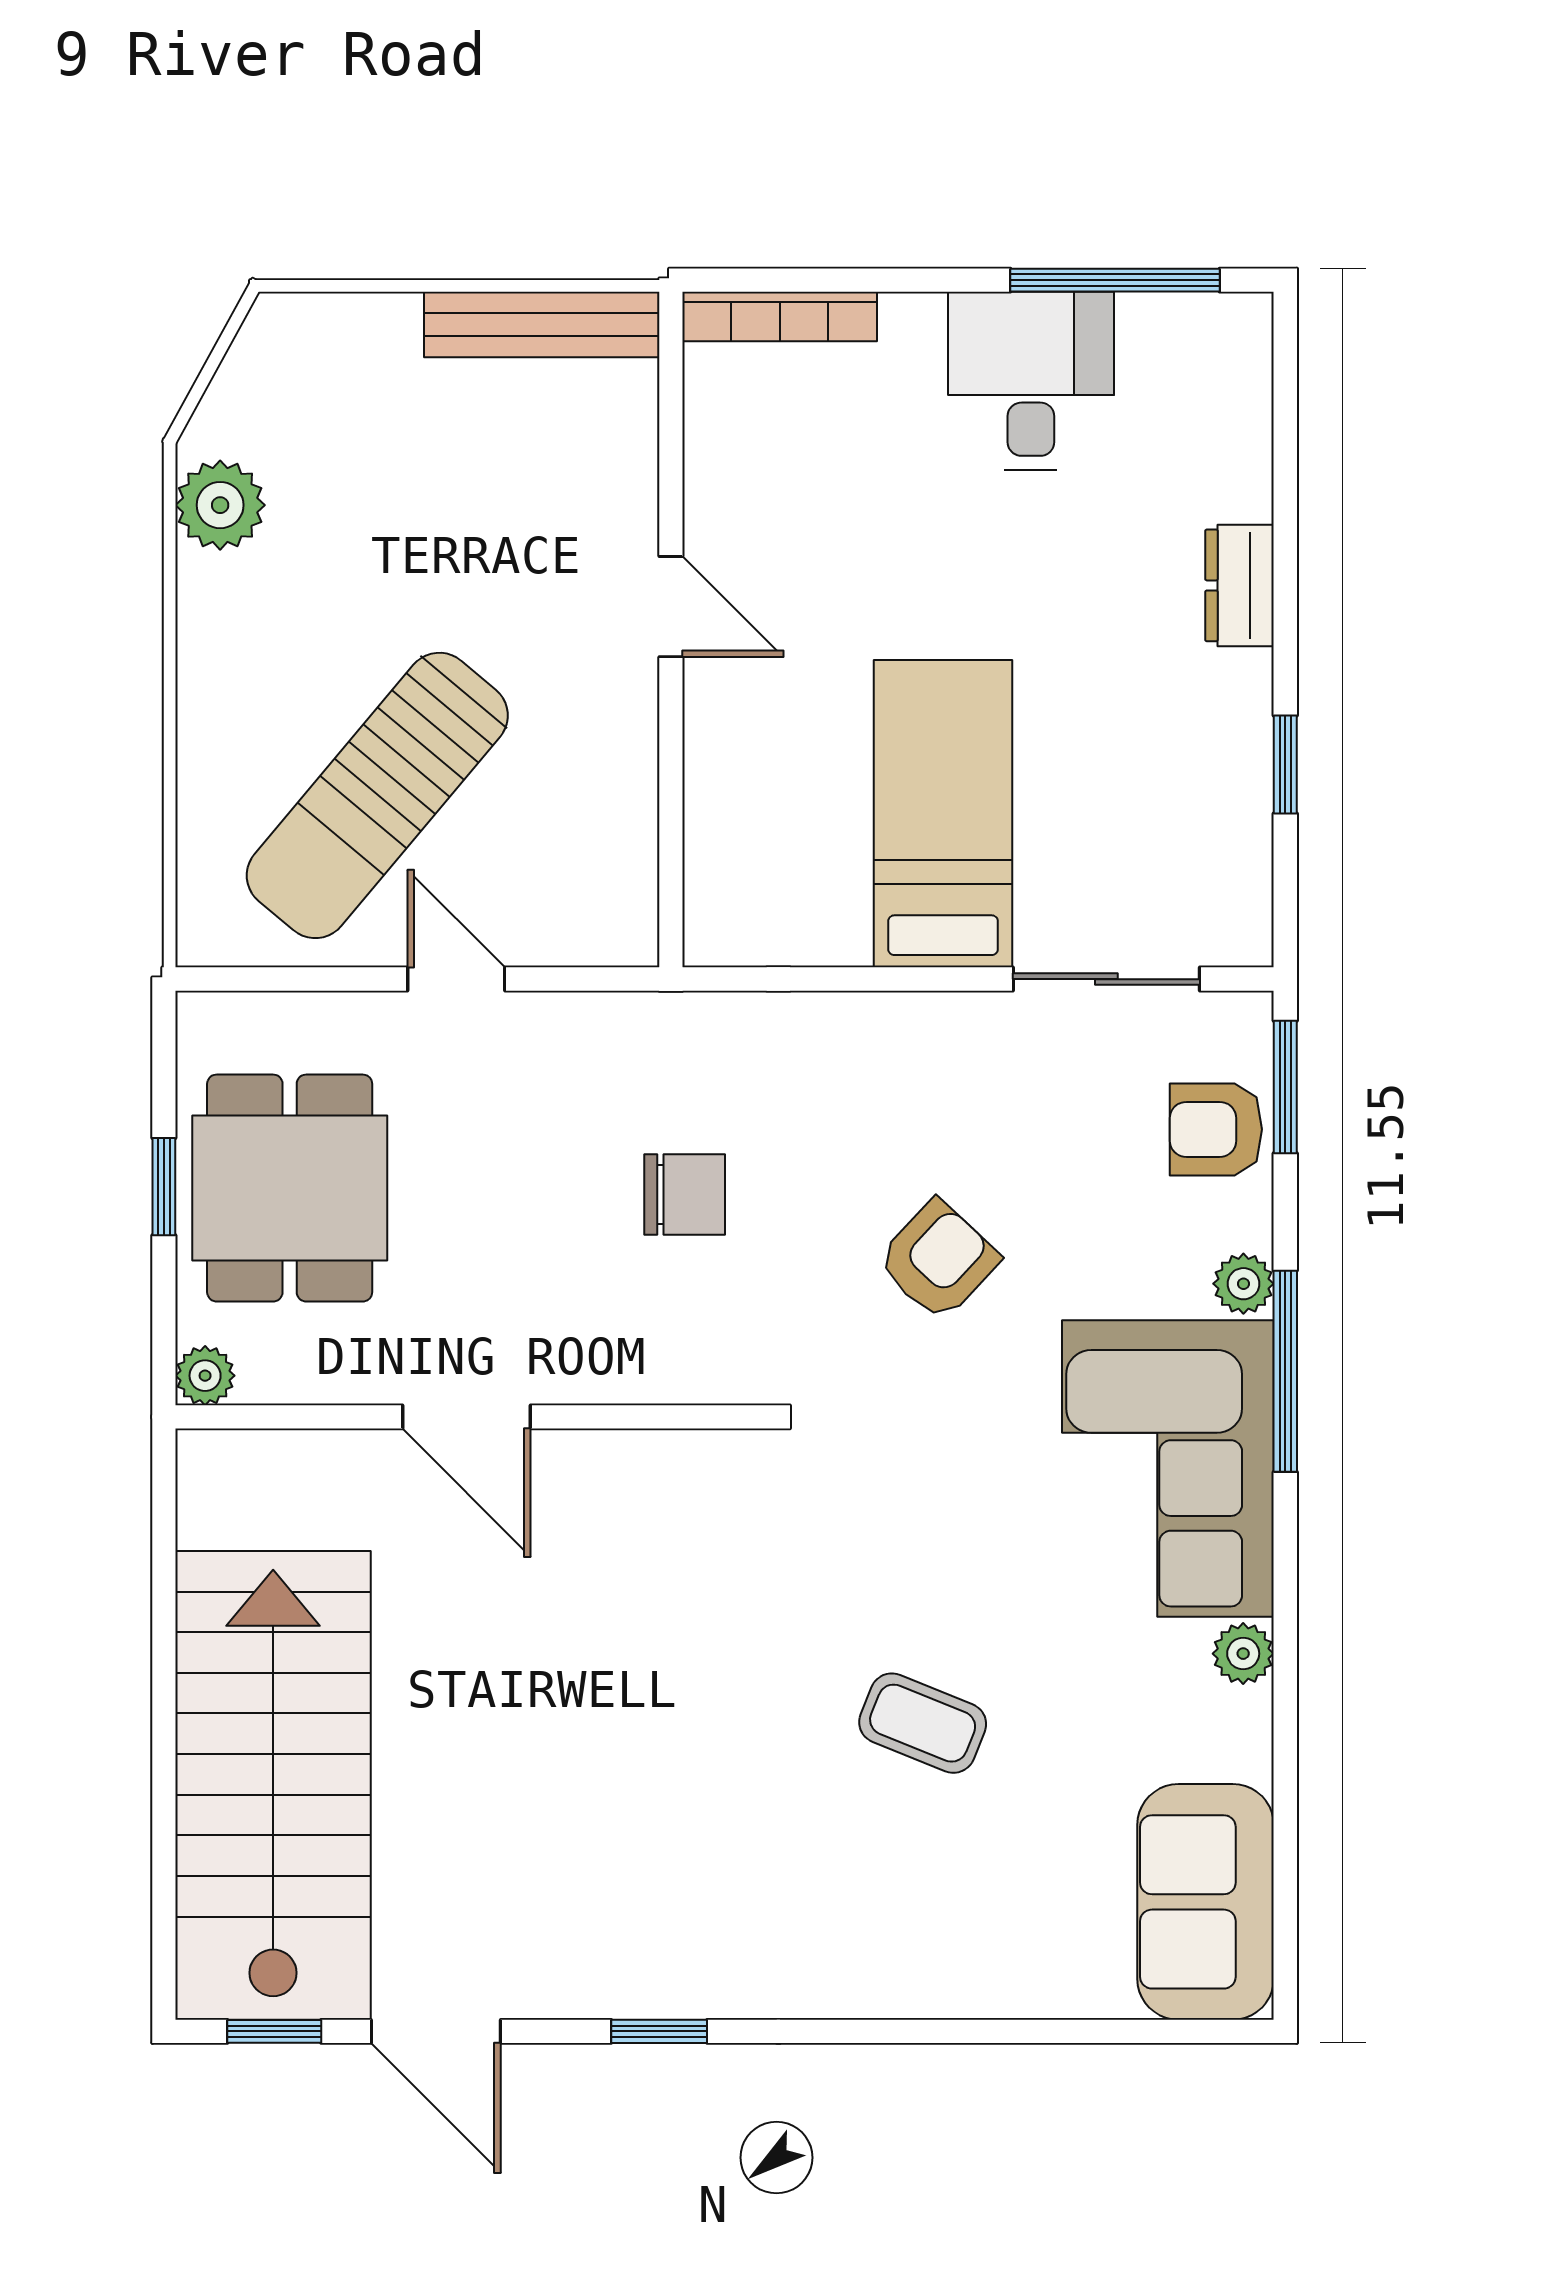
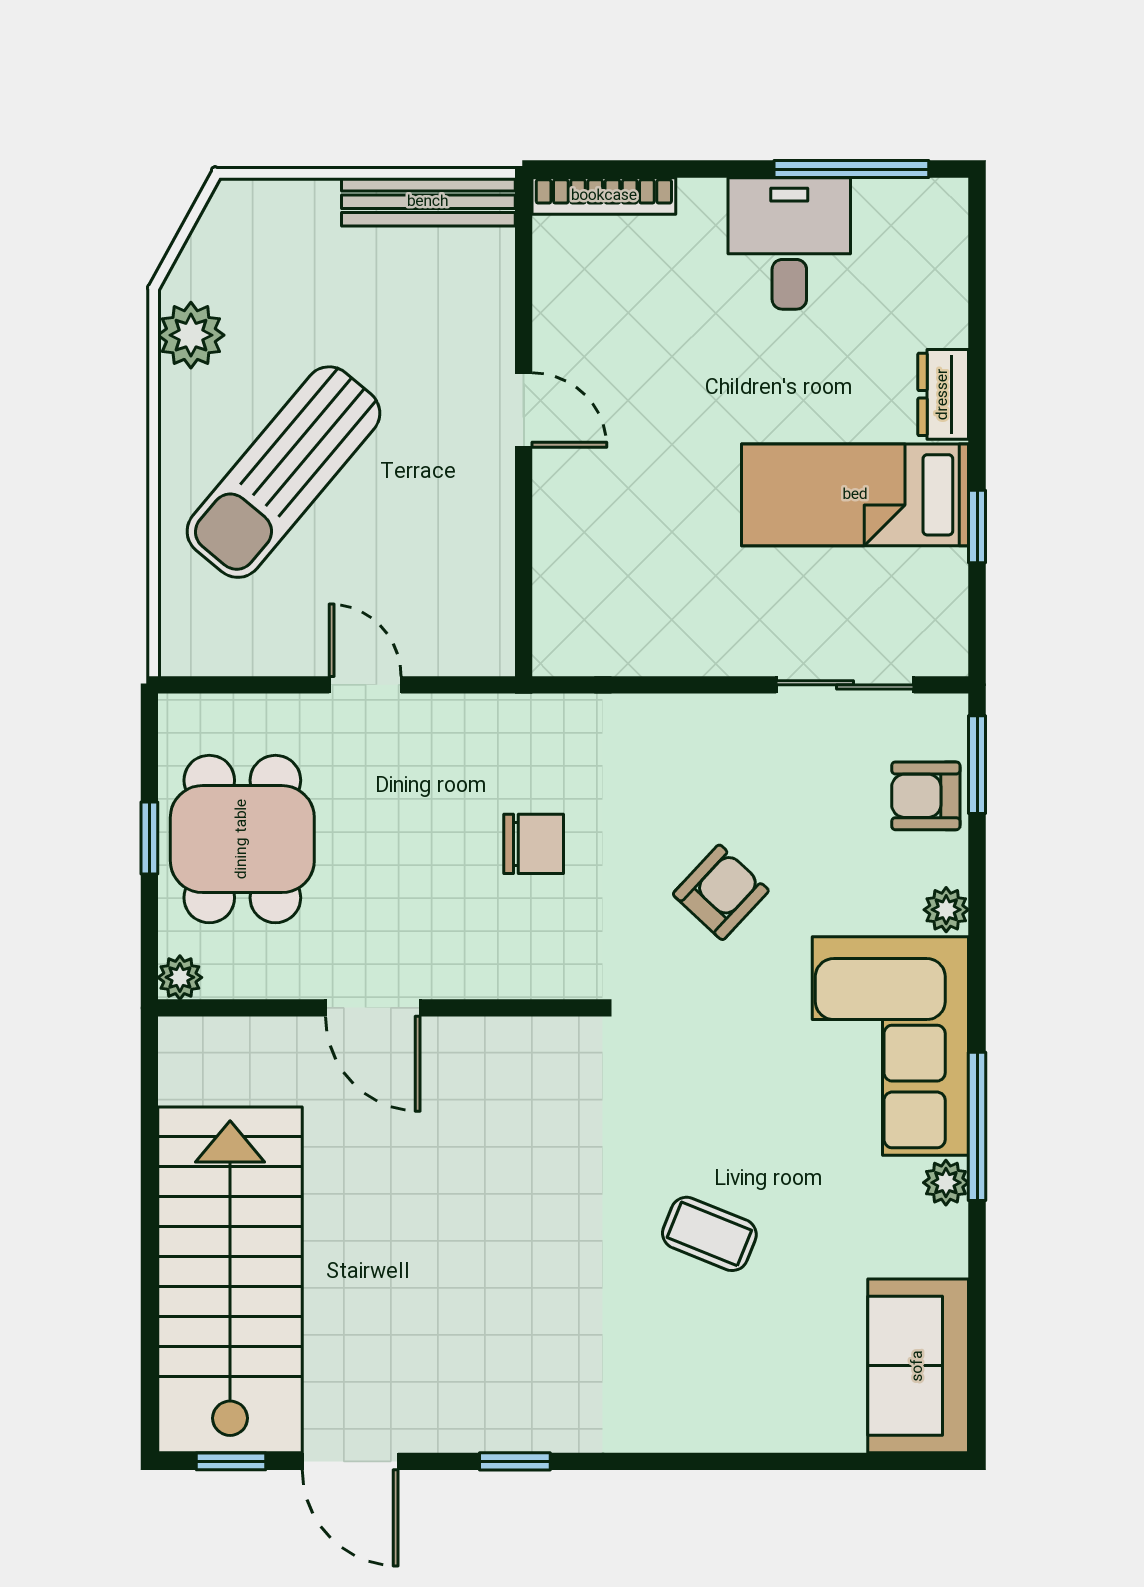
sun lounger: (377, 795) -> (283, 472), moved
bed: (943, 814) -> (855, 495), moved, turned -90
window: (1285, 1371) -> (977, 1126), moved

